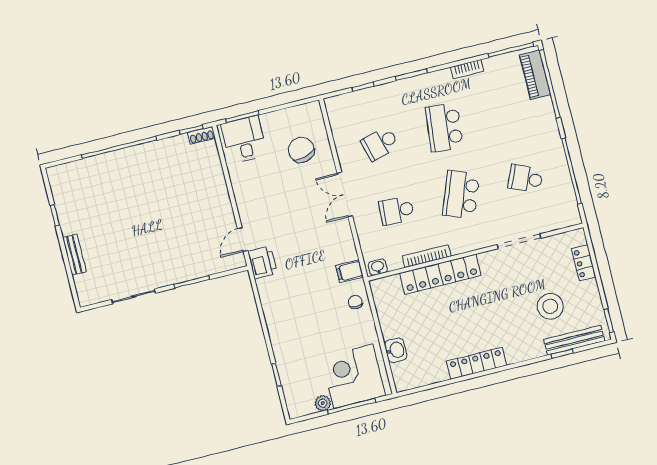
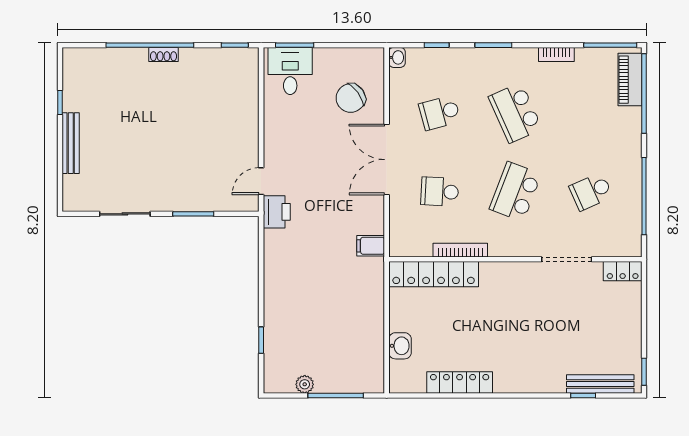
school desk: (444, 128) -> (515, 113), turned -30
shoe rack: (201, 135) -> (164, 54), moved
chair: (301, 150) -> (351, 98), turned -112
school desk: (525, 179) -> (591, 192), turned -48
double door: (345, 195) -> (387, 160), width x1.37
bench: (74, 255) -> (71, 143), width x1.36
locker: (584, 263) -> (623, 271), moved, turned -90
washbasin: (378, 267) -> (397, 57), moved, turned 90
locker: (440, 274) -> (434, 274), moved
chair: (355, 302) -> (369, 281), removed
stool: (550, 306) -> (583, 340), removed
locker: (476, 363) -> (460, 383), moved
corner desk: (353, 376) -> (346, 363), removed

